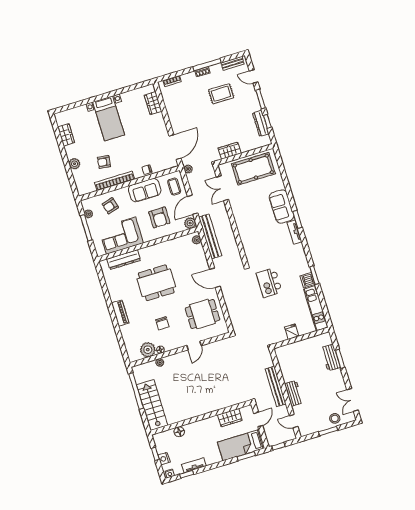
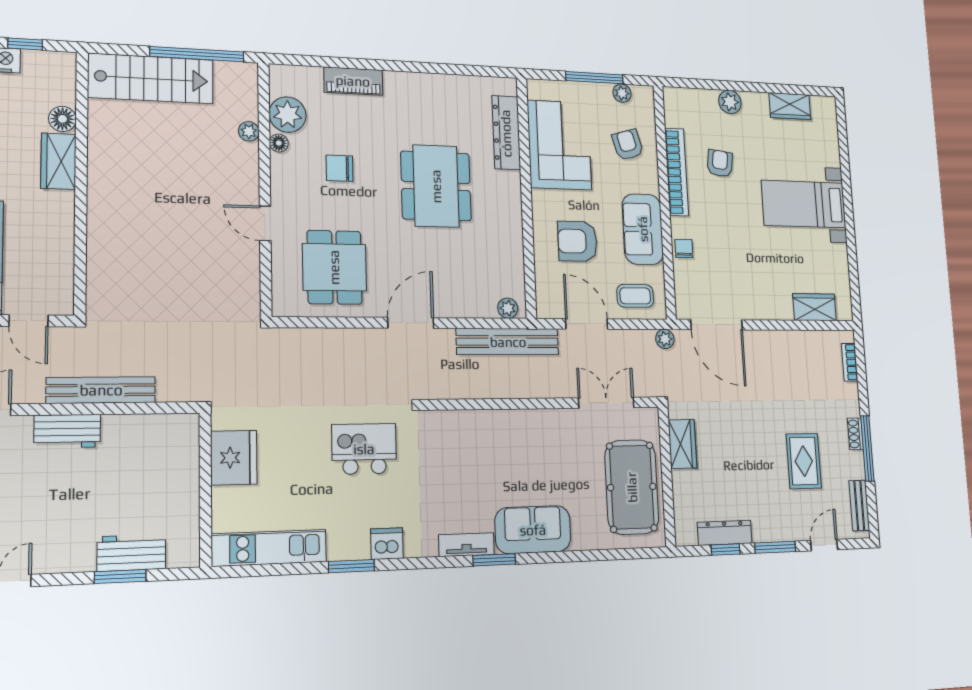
plant: (190, 223) -> (548, 306), removed
dishwasher: (307, 280) -> (387, 544), moved
piano: (120, 313) -> (353, 81), moved
fridge: (292, 332) -> (234, 458), width x1.88, depth x1.34
wardrobe: (230, 418) -> (58, 161), moved

